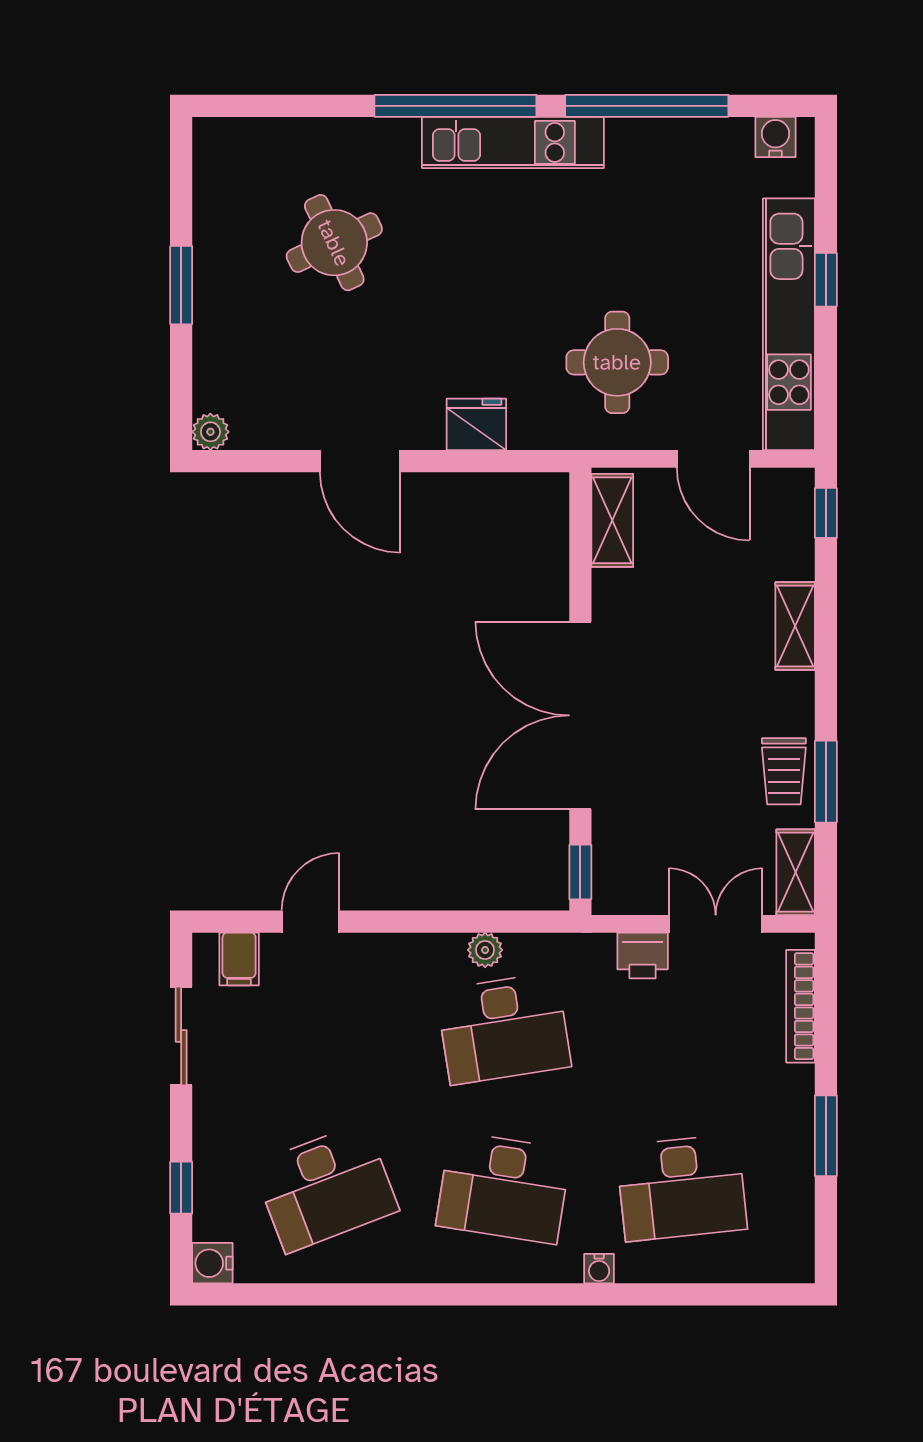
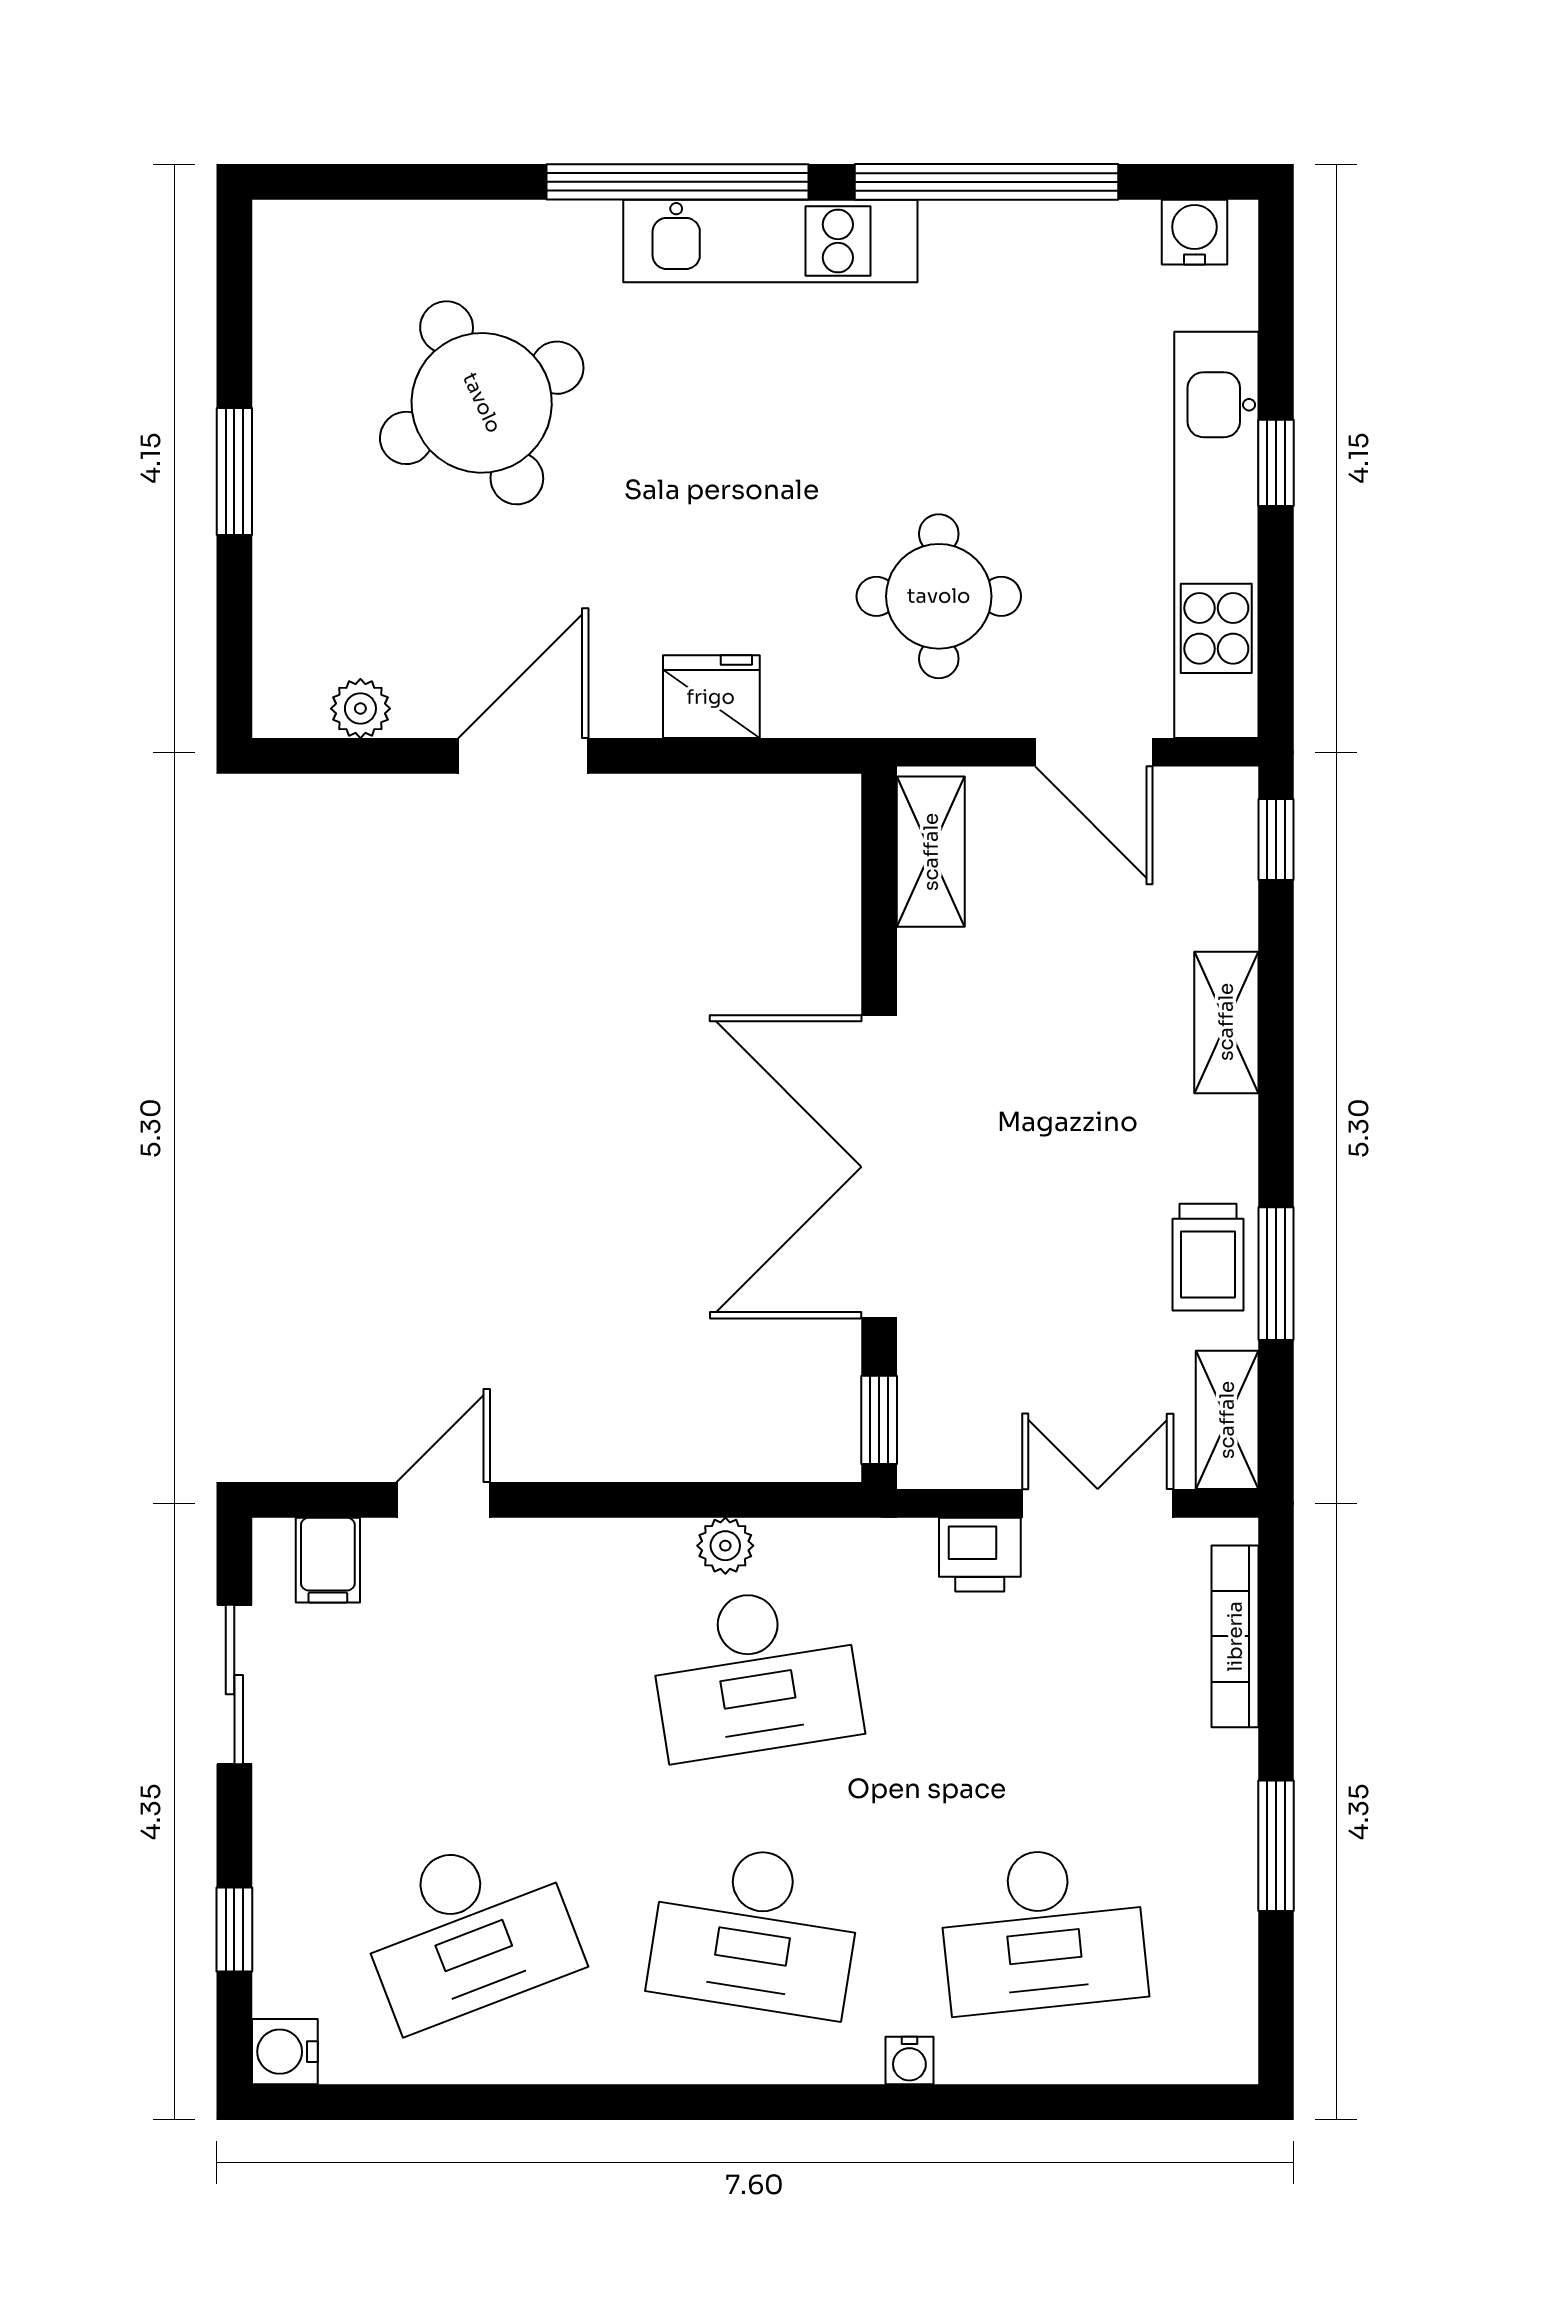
round table: (334, 243) -> (482, 403), width x1.36, depth x1.36
plant: (210, 432) -> (360, 709), moved
door: (360, 461) -> (523, 756), swing flipped

